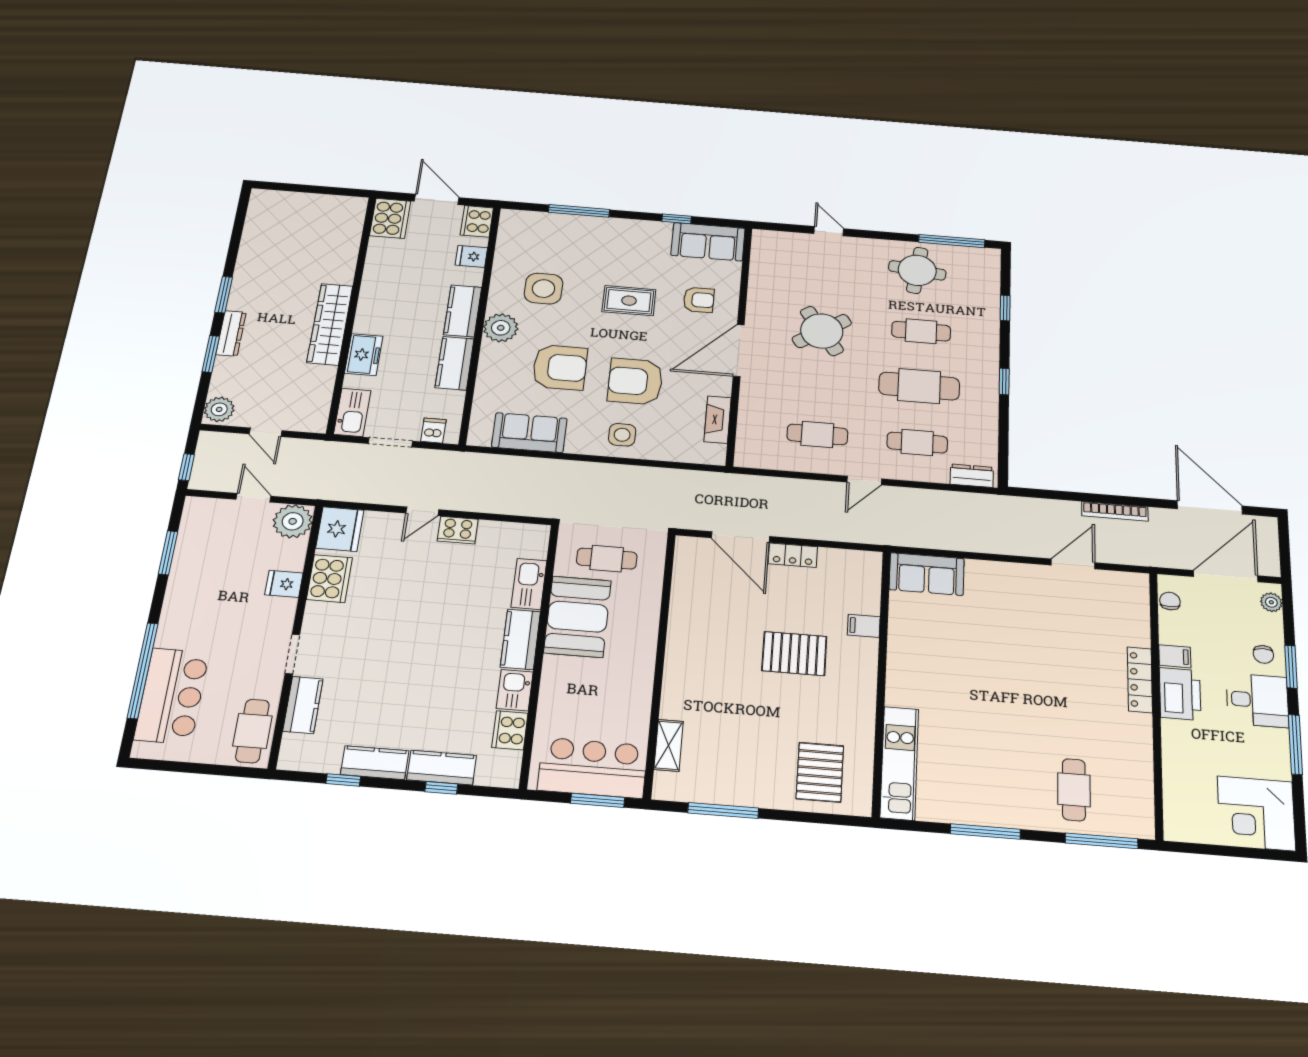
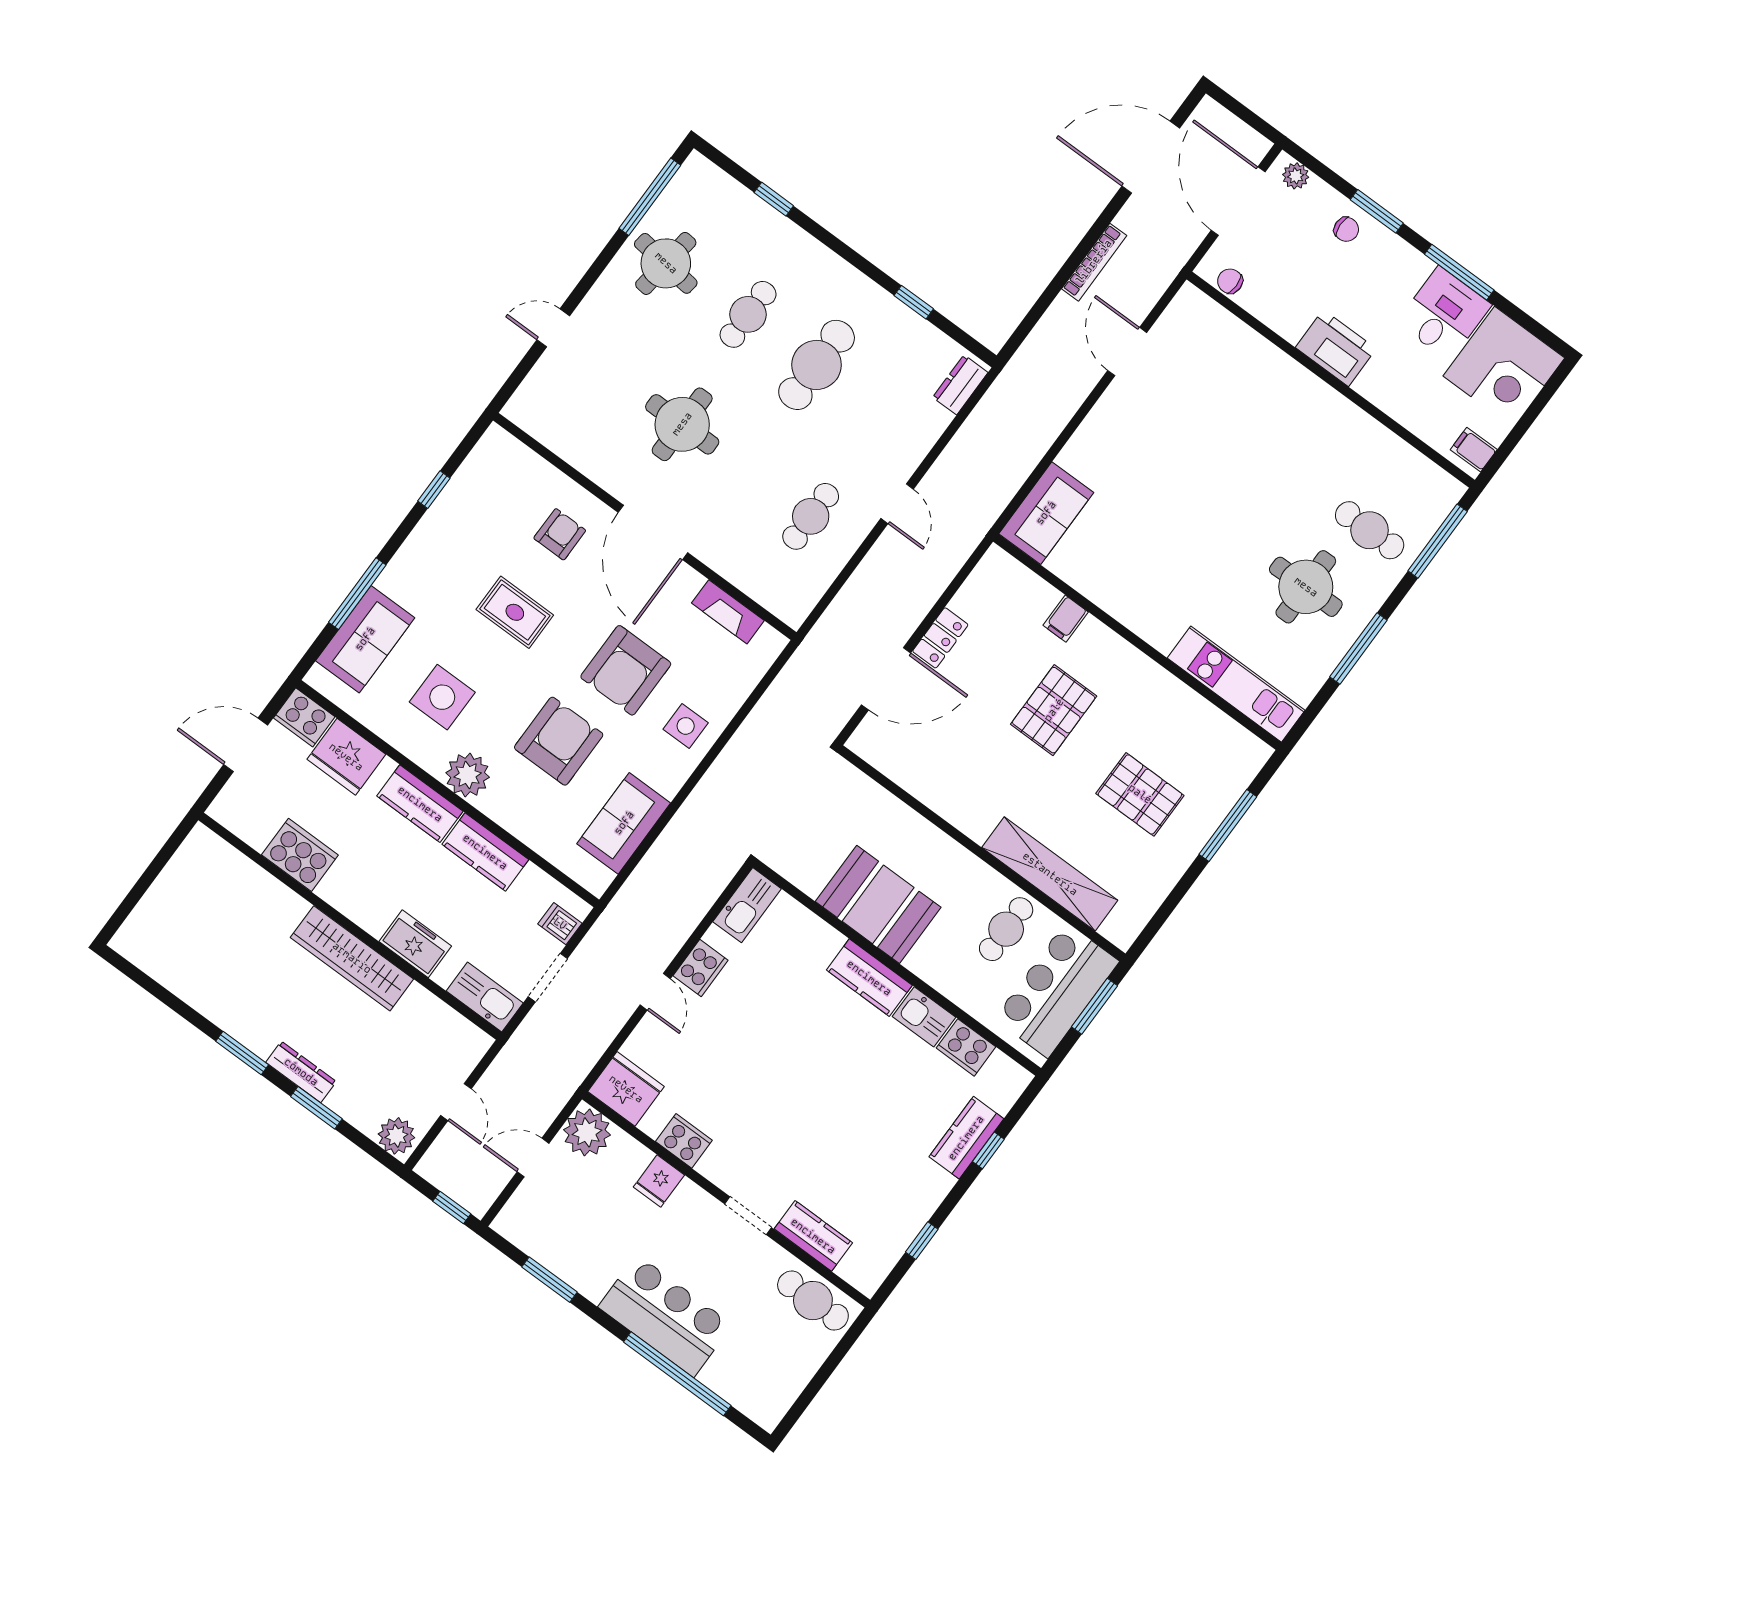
cooker: (390, 218) -> (300, 855), moved
sofa: (708, 242) -> (365, 639), moved
fridge: (471, 256) -> (346, 757), width x1.88, depth x1.34
rug: (629, 301) -> (515, 612), turned 90
round table: (822, 331) -> (682, 424), turned 34
window: (1004, 381) -> (914, 302), moved
door: (266, 432) -> (456, 1102), hinge flipped
cafe table: (917, 443) -> (885, 415), removed
cafe table: (607, 559) -> (1006, 929), moved
cooker: (329, 579) -> (684, 1141), width x0.73, depth x0.76
kitchen sink: (529, 584) -> (747, 905), moved, turned -90
filing cabinet: (1175, 656) -> (1474, 450), moved, turned -90
locker: (1140, 680) -> (1296, 378), removed
bar counter: (172, 696) -> (665, 1316), moved
desk: (1257, 700) -> (1444, 314), moved
shelving: (669, 745) -> (1050, 874), width x2.20, depth x1.33
kitchen counter: (375, 763) -> (921, 1200), removed
round table: (1002, 770) -> (1306, 587), added
pallet: (820, 772) -> (1140, 794), moved
window: (723, 810) -> (1228, 825), moved

